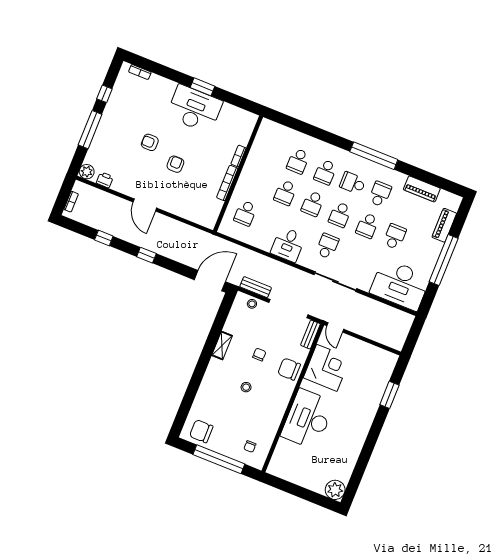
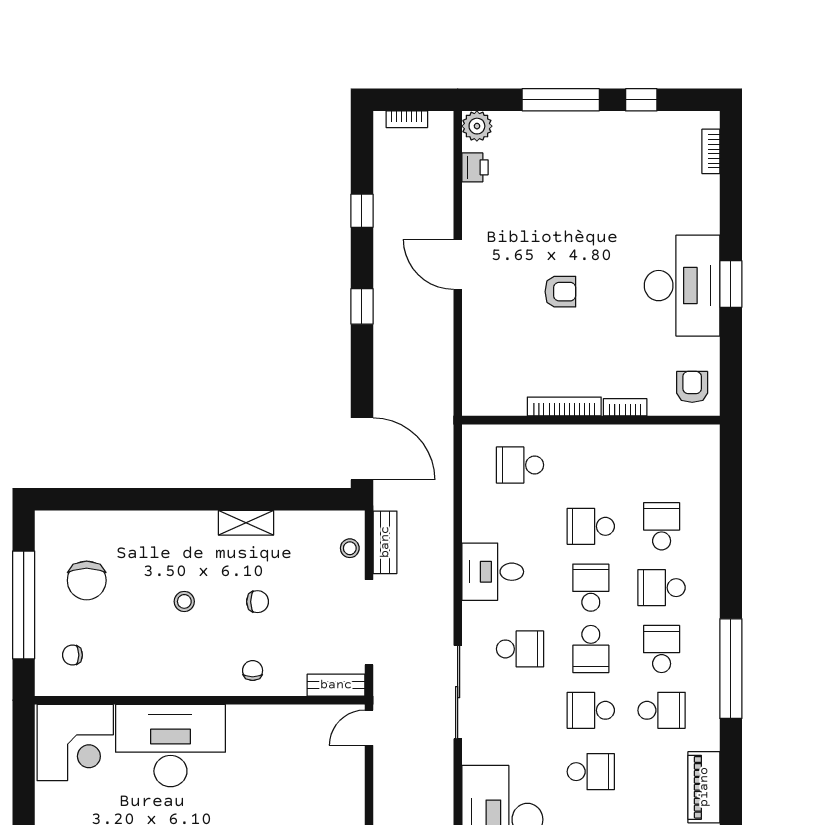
armchair: (150, 142) -> (692, 387), moved
school desk: (298, 161) -> (662, 526), turned 90
school desk: (313, 204) -> (591, 588), turned 90
door: (145, 205) -> (458, 264), hinge flipped
school desk: (340, 215) -> (591, 649), turned -90
corner desk: (327, 368) -> (75, 743), moved
chair: (289, 369) -> (253, 670), width x0.54, depth x0.54
chair: (201, 431) -> (87, 580), moved, turned 180

